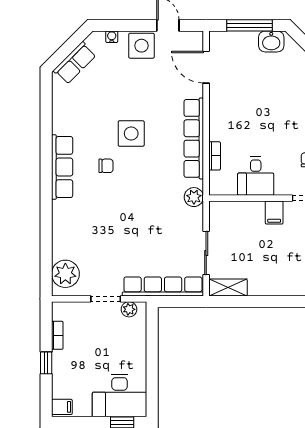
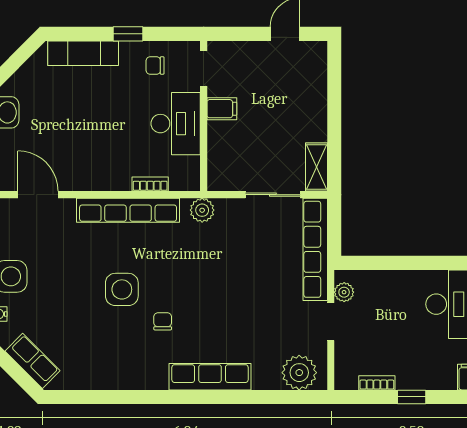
door: (206, 67) -> (38, 195), swing flipped
row of seats: (62, 167) -> (210, 377), moved
desk: (256, 176) -> (176, 124), width x1.37

